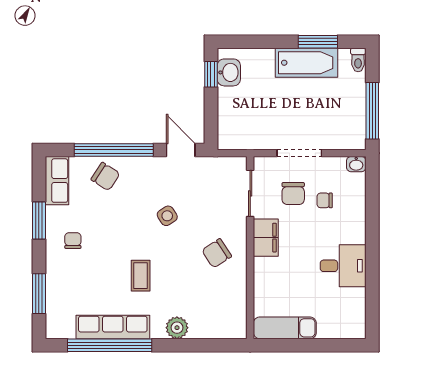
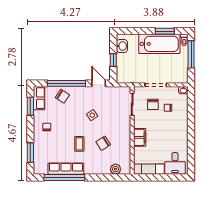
bathtub: (307, 63) -> (159, 44), width x1.36, depth x1.36
window: (211, 74) -> (113, 60), moved
window: (372, 111) -> (191, 54), moved
window: (39, 221) -> (30, 106), moved
filing cabinet: (266, 238) -> (140, 137), moved
chair: (217, 253) -> (103, 143), moved
desk: (343, 266) -> (175, 163), moved, turned 90
plant: (177, 328) -> (116, 169), moved

